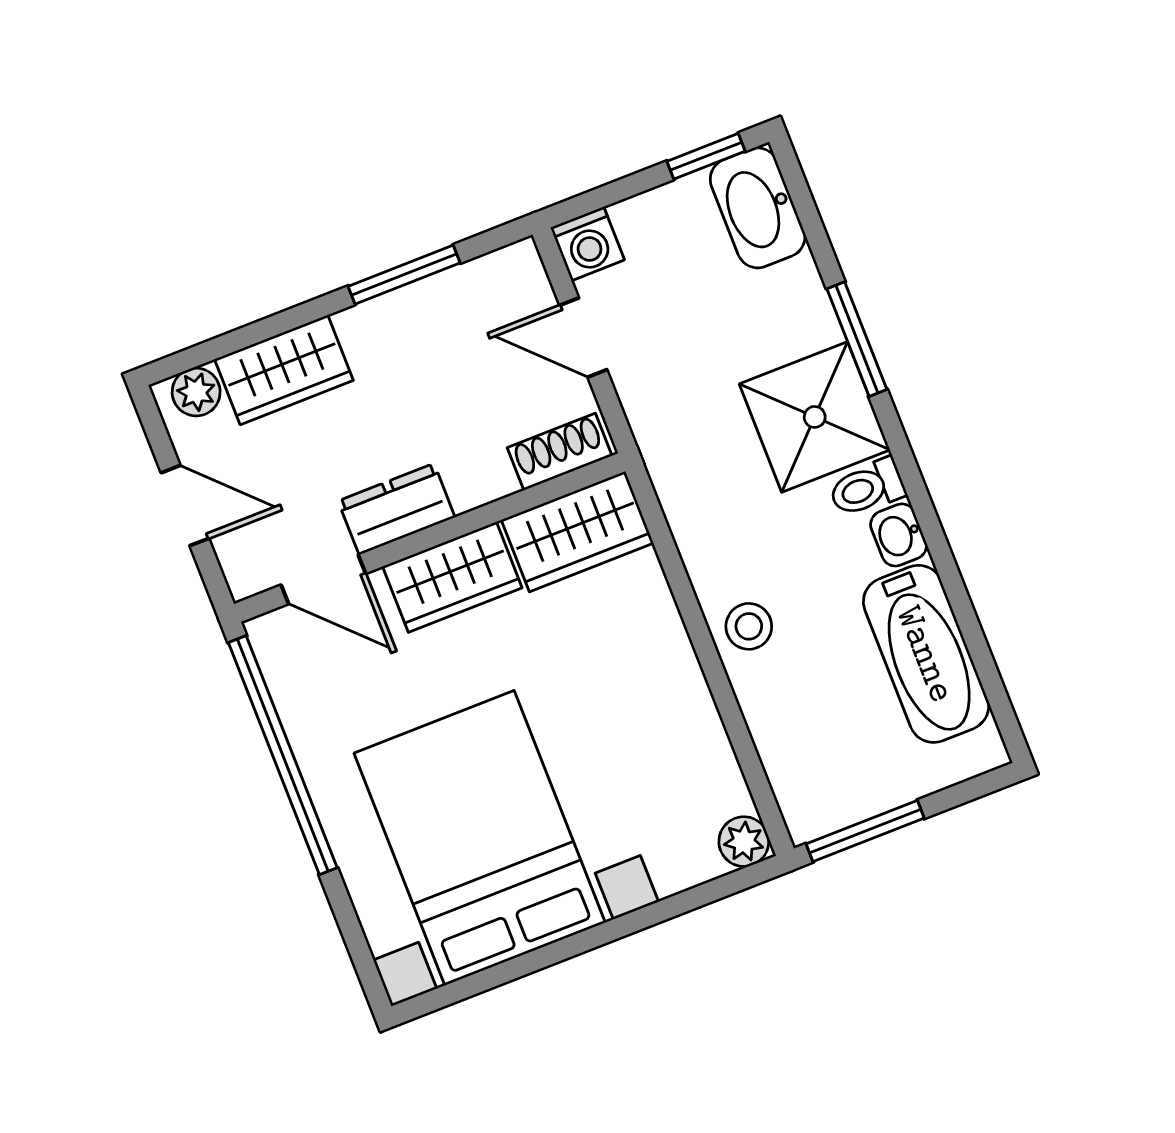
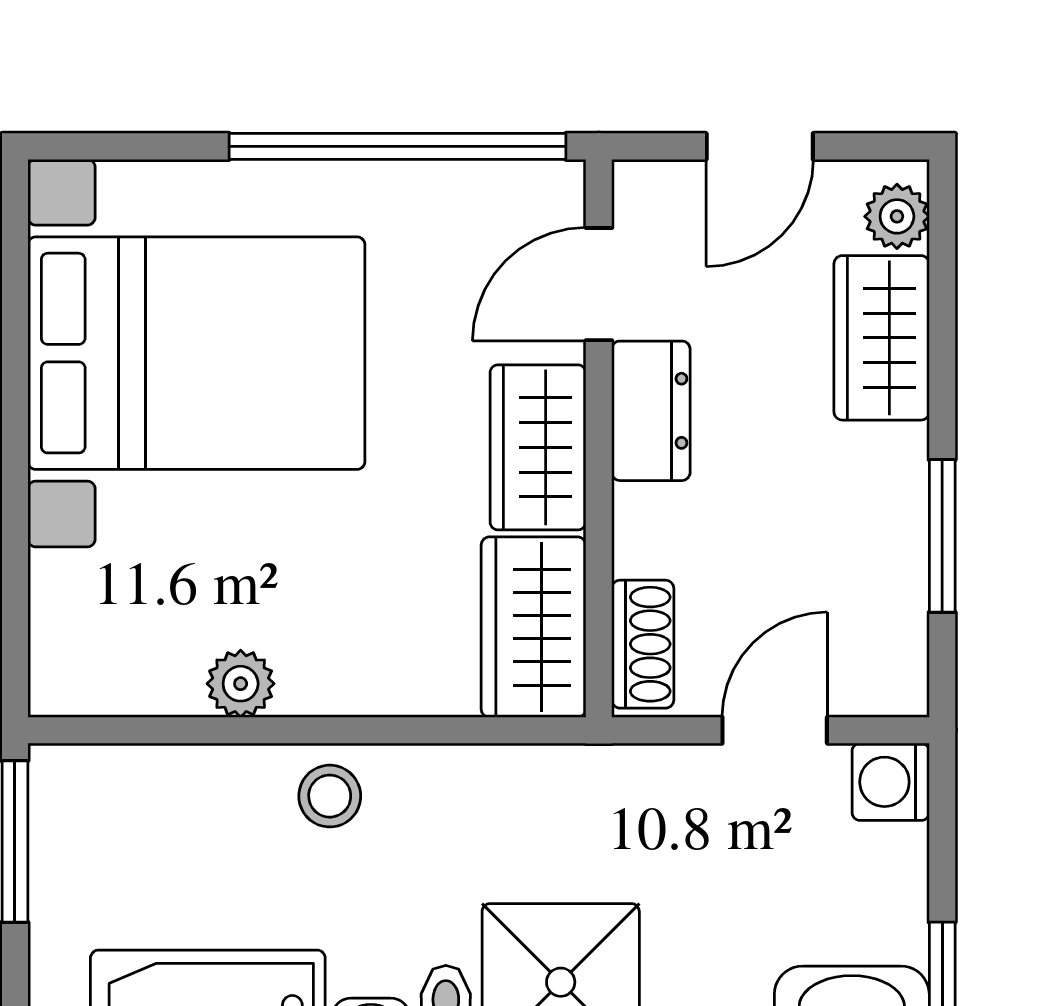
plant: (744, 842) -> (241, 684), moved

